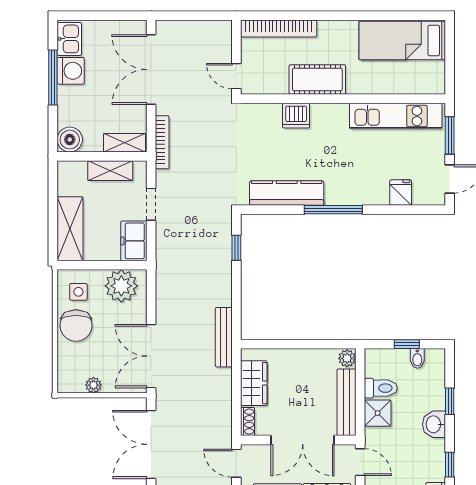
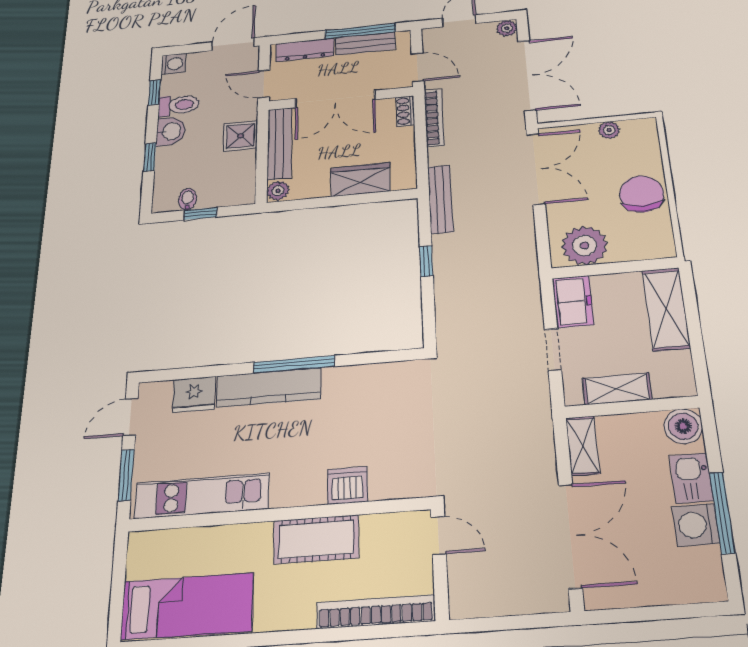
kitchen sink: (69, 39) -> (691, 478), moved
bookcase: (162, 142) -> (434, 118), moved, turned 180
shelving: (124, 143) -> (583, 446), moved, turned 90
kitchen counter: (287, 193) -> (269, 388), moved
fridge: (401, 193) -> (194, 394), width x1.38
window: (236, 248) -> (426, 261), moved
side table: (78, 292) -> (643, 233), removed
wardrobe: (254, 383) -> (360, 180), moved, turned 90
toilet: (381, 388) -> (179, 105), moved, turned 180
double door: (303, 440) -> (335, 99), swing flipped

